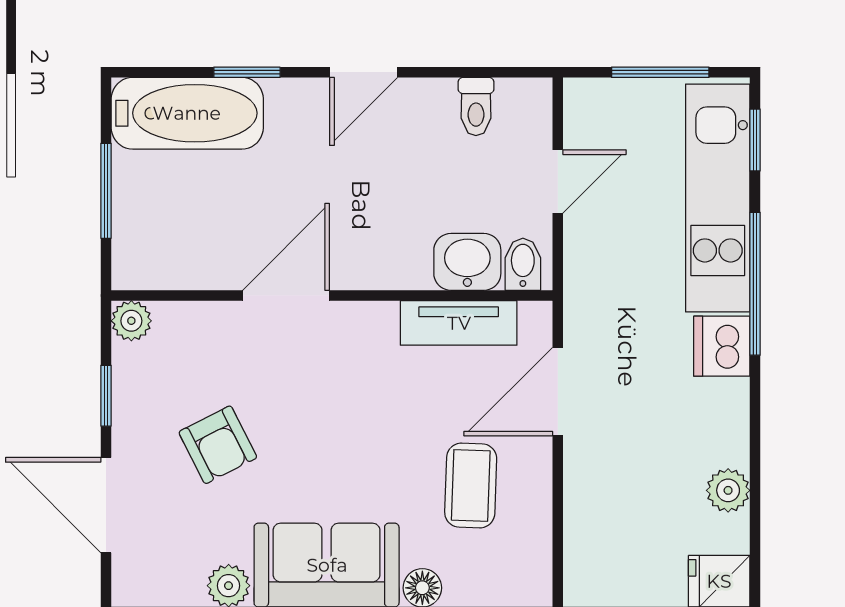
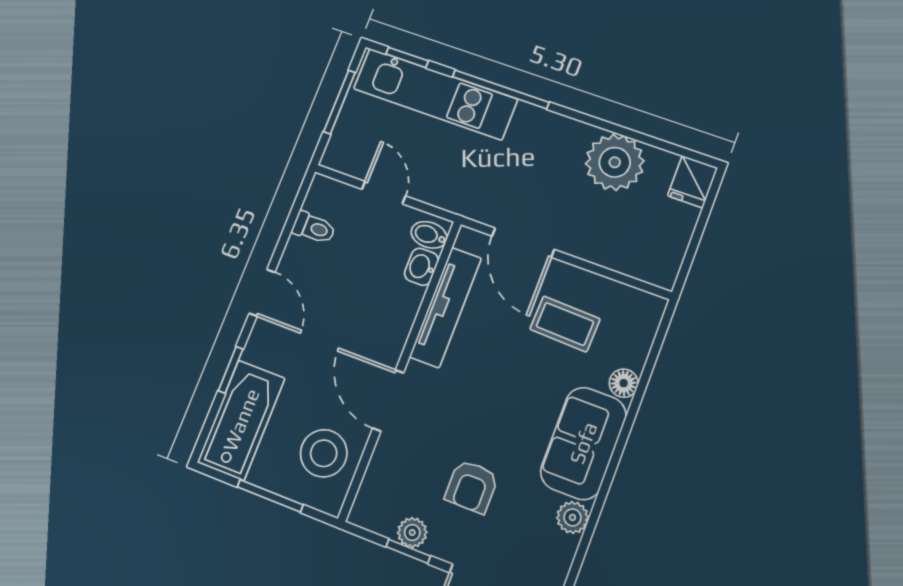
stool: (187, 239) -> (324, 453), added
washbasin: (467, 262) -> (421, 267), width x0.72, depth x0.69
plant: (131, 321) -> (412, 532), moved
tv unit: (459, 323) -> (445, 307), width x1.41
dishwasher: (722, 346) -> (534, 125), removed
armchair: (218, 445) -> (472, 487), turned 117
plant: (728, 490) -> (615, 162), width x1.87, depth x1.87

